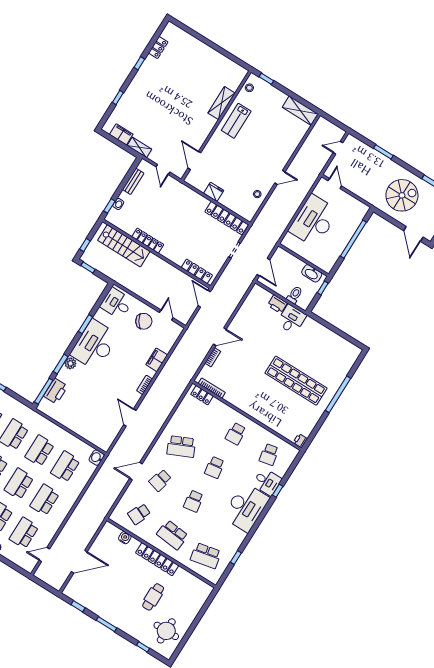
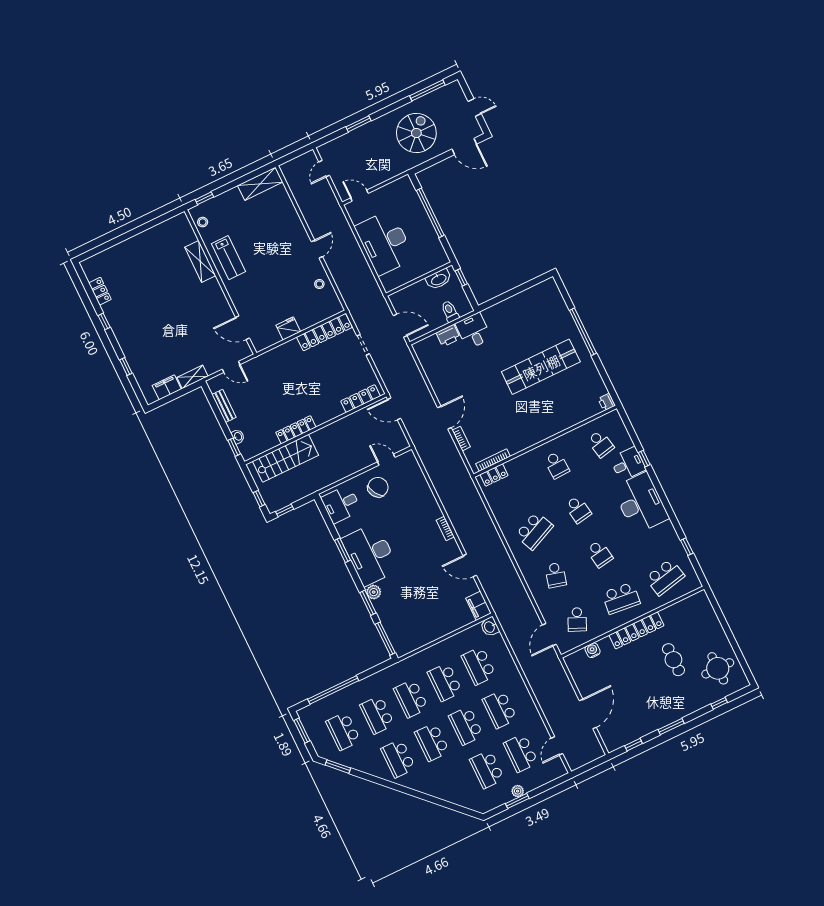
filing cabinet: (157, 360) -> (478, 606), moved
printer: (56, 391) -> (393, 626), removed
door: (136, 471) -> (549, 635), moved

